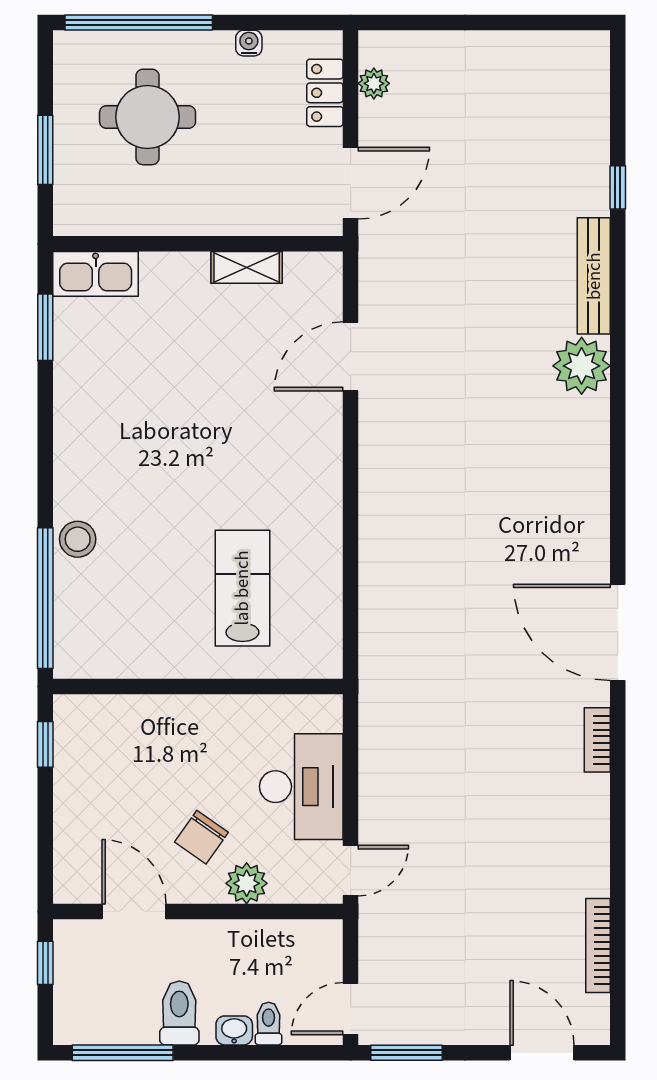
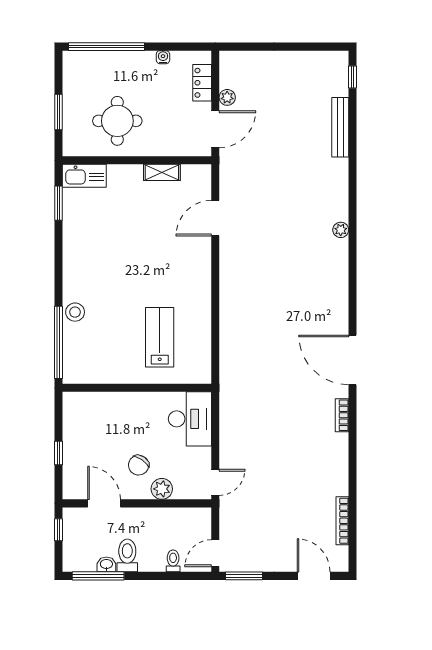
plant: (374, 83) -> (227, 97), moved
round table: (148, 117) -> (117, 121), moved
window: (618, 187) -> (352, 77), moved
bench: (594, 276) -> (340, 127), moved
plant: (582, 366) -> (341, 230), width x0.53, depth x0.53
window: (45, 744) -> (58, 453), moved
desk: (301, 787) -> (190, 419), moved
washbasin: (234, 1030) -> (106, 564), moved

